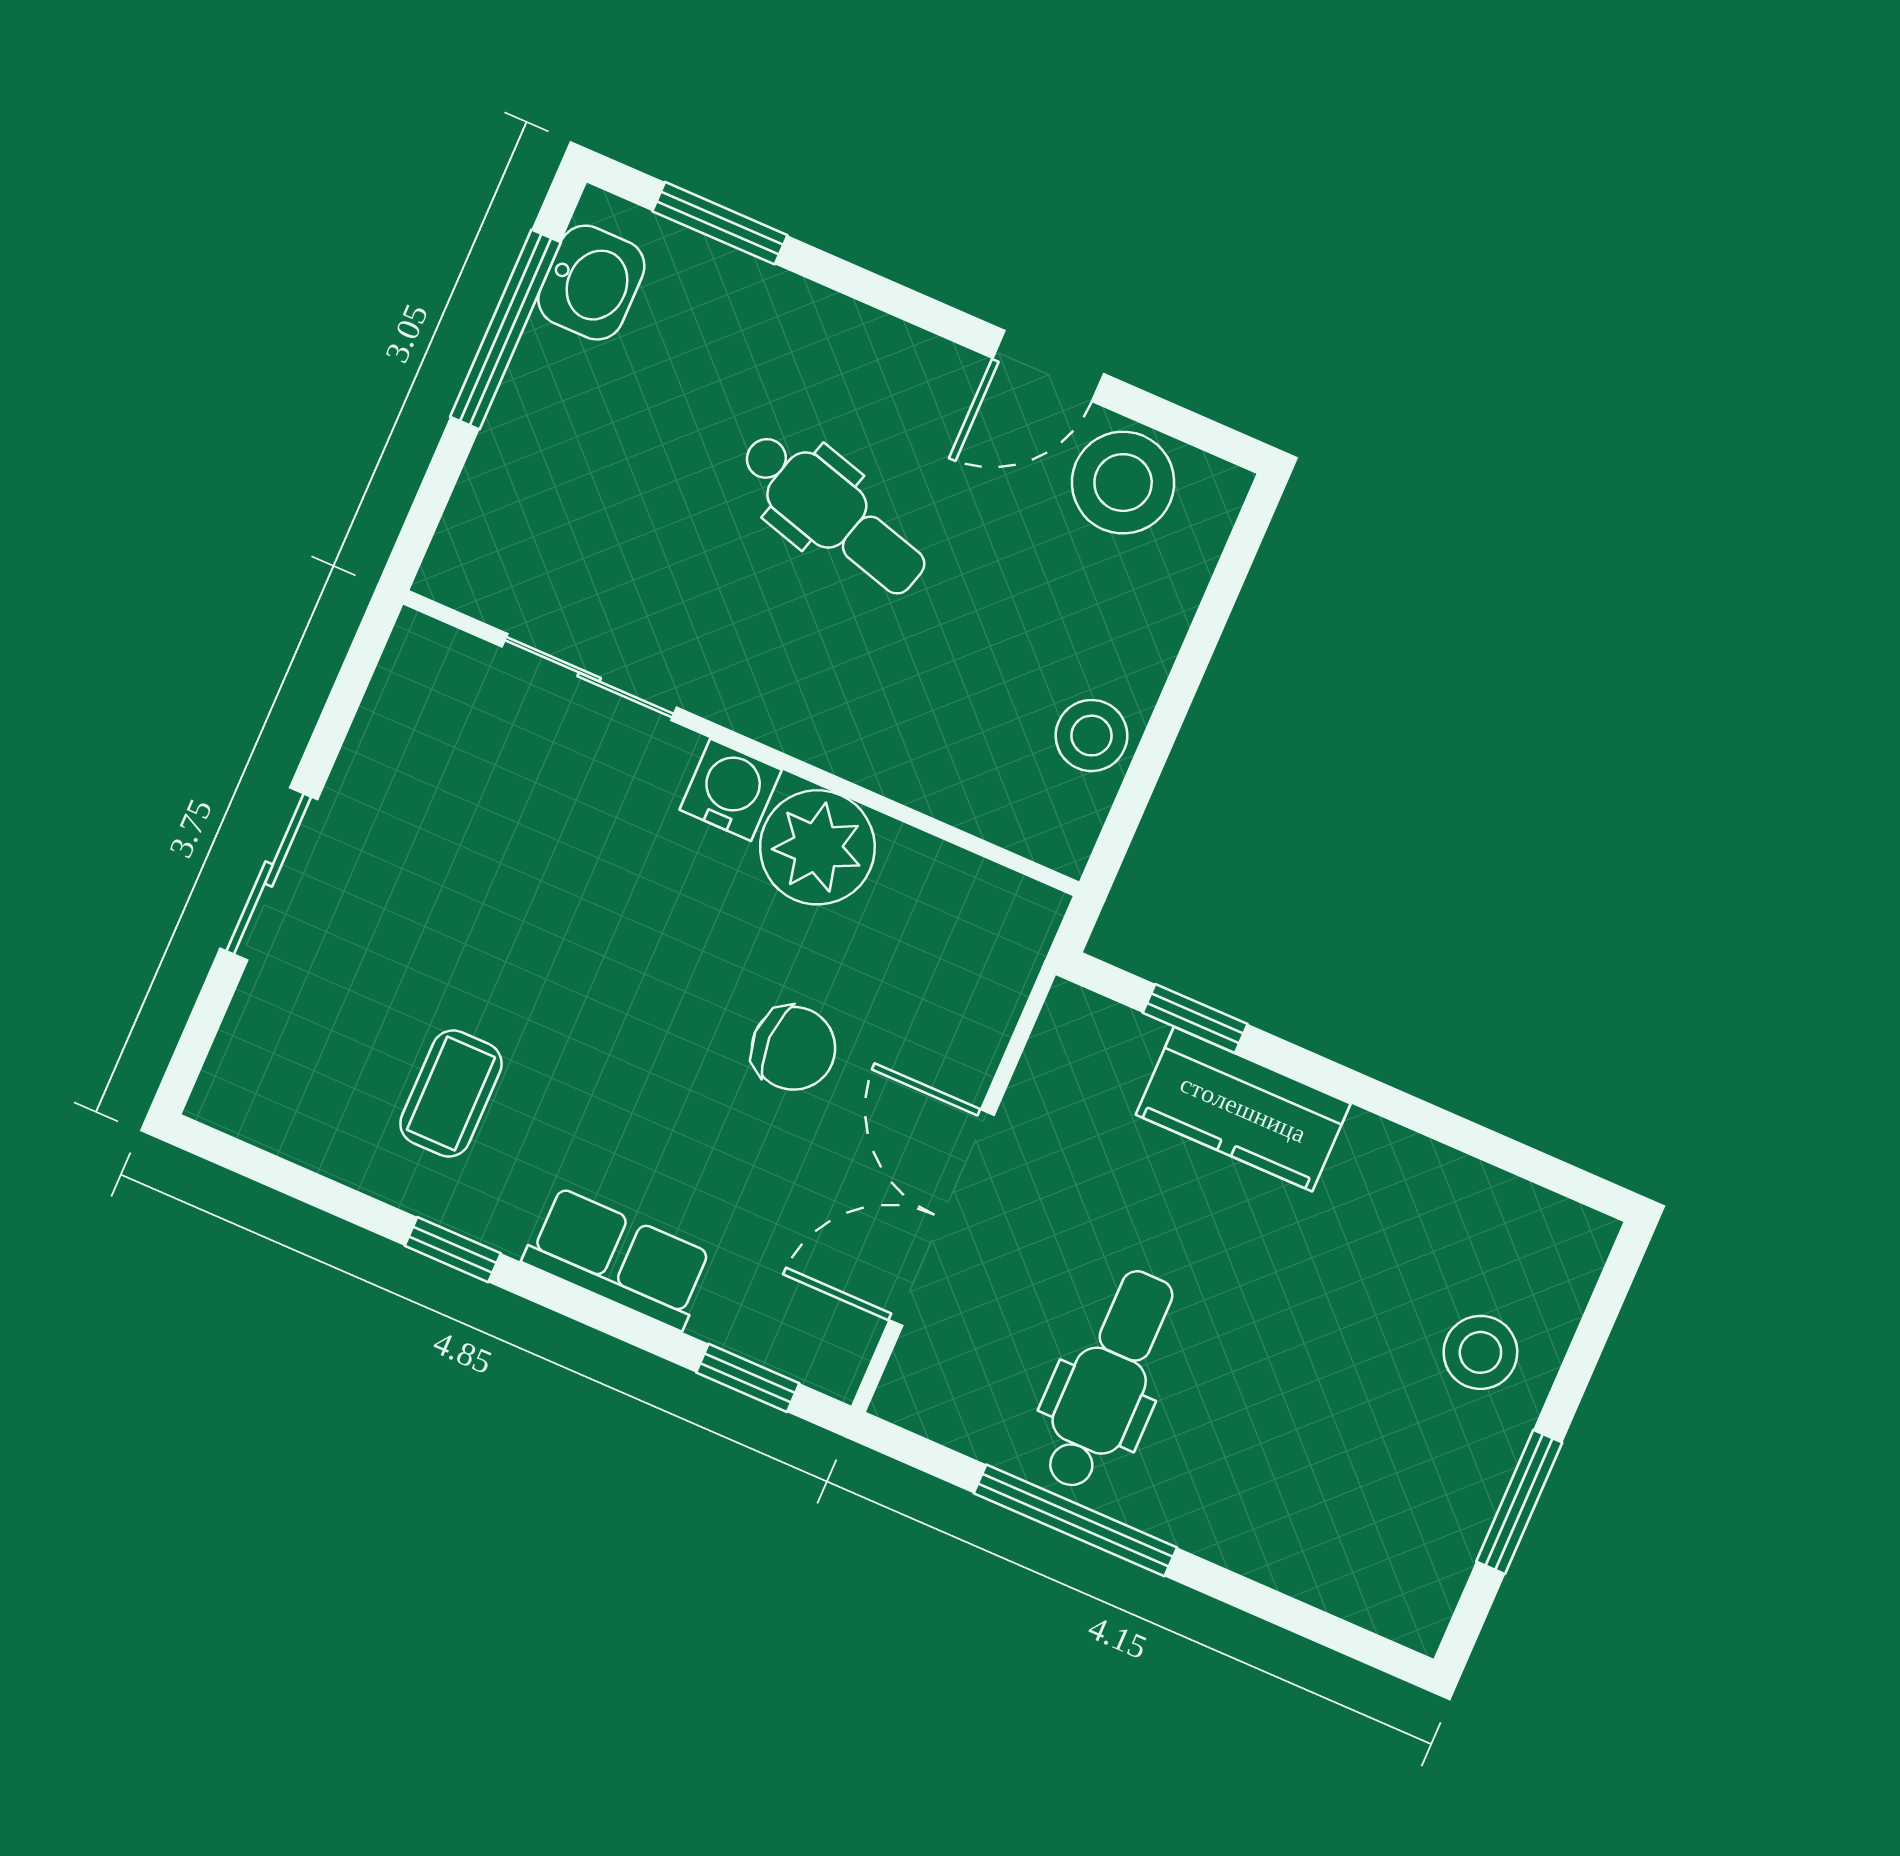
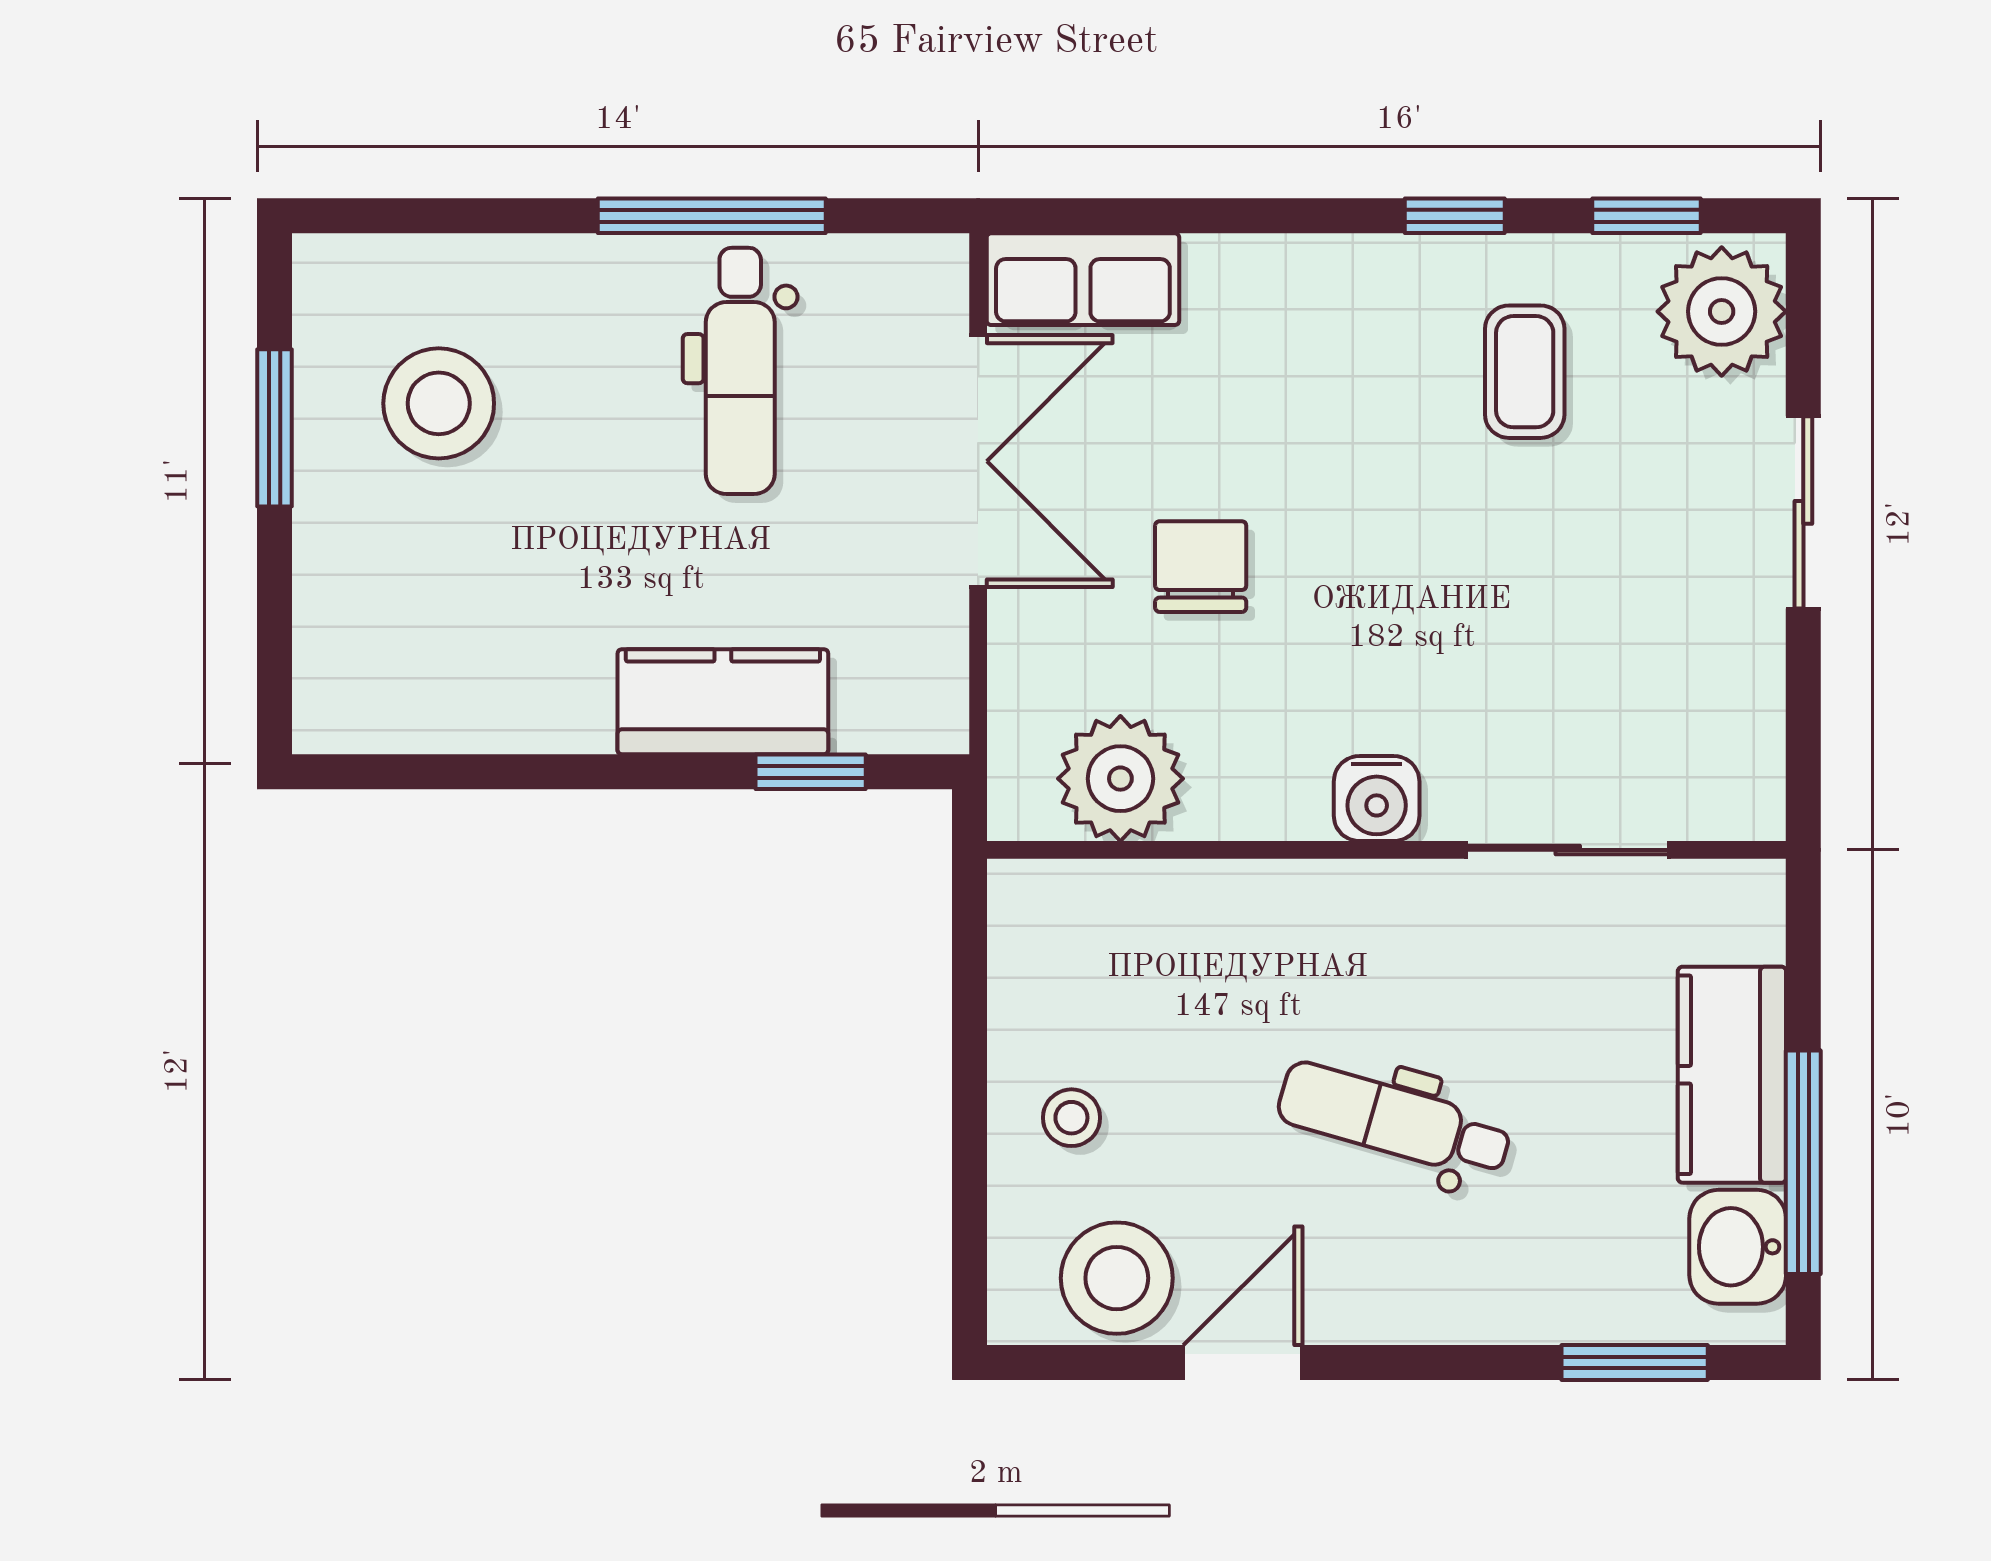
kitchen counter: (533, 429) -> (1732, 1075), added
stool: (1091, 736) -> (1071, 1118), moved, width x0.73, depth x0.73
plant: (817, 847) -> (1120, 779), moved
chair: (793, 1048) -> (1201, 567), turned 90
plant: (264, 1072) -> (1722, 311), added
row of seats: (618, 1258) -> (1083, 279), moved
stool: (1480, 1352) -> (439, 403), moved, width x1.38, depth x1.38
window: (748, 1378) -> (1647, 216), moved

